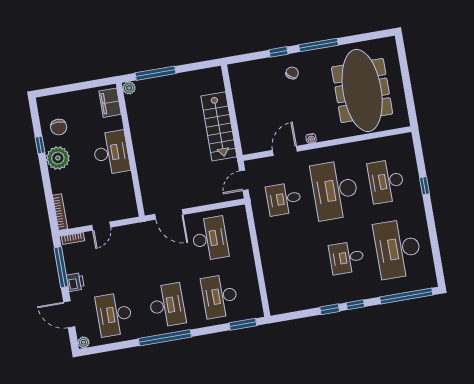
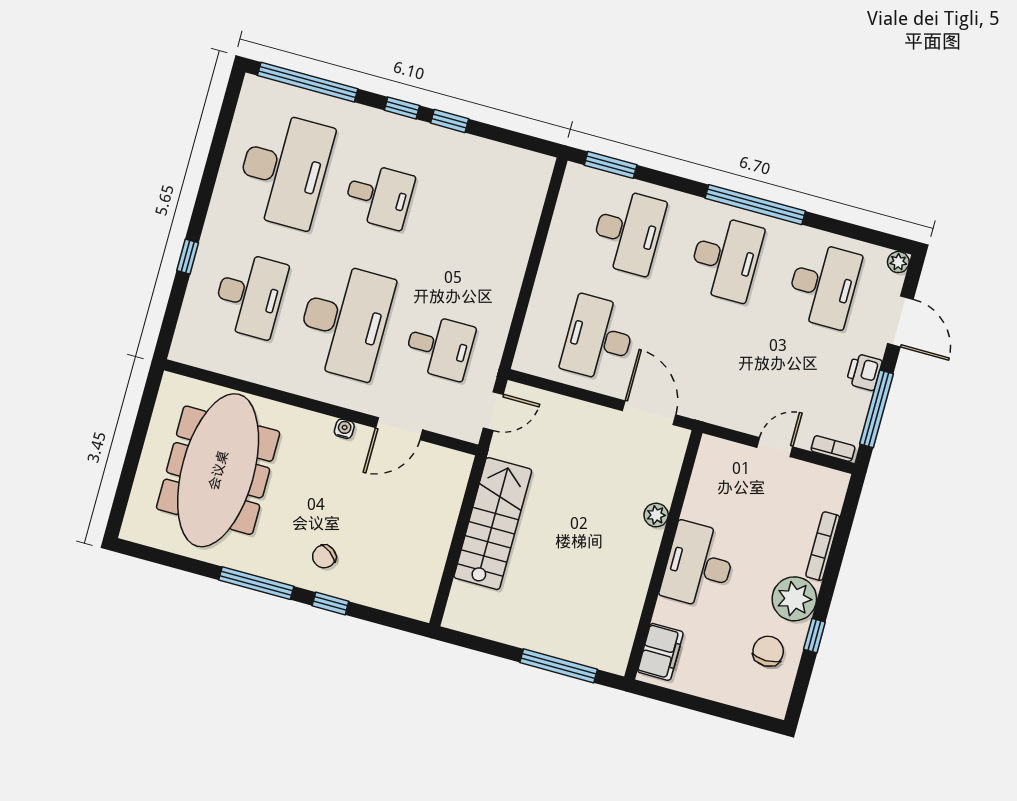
plant: (129, 88) -> (656, 515), moved
bookcase: (60, 212) -> (823, 546), moved
desk: (167, 305) -> (726, 258), turned 180

